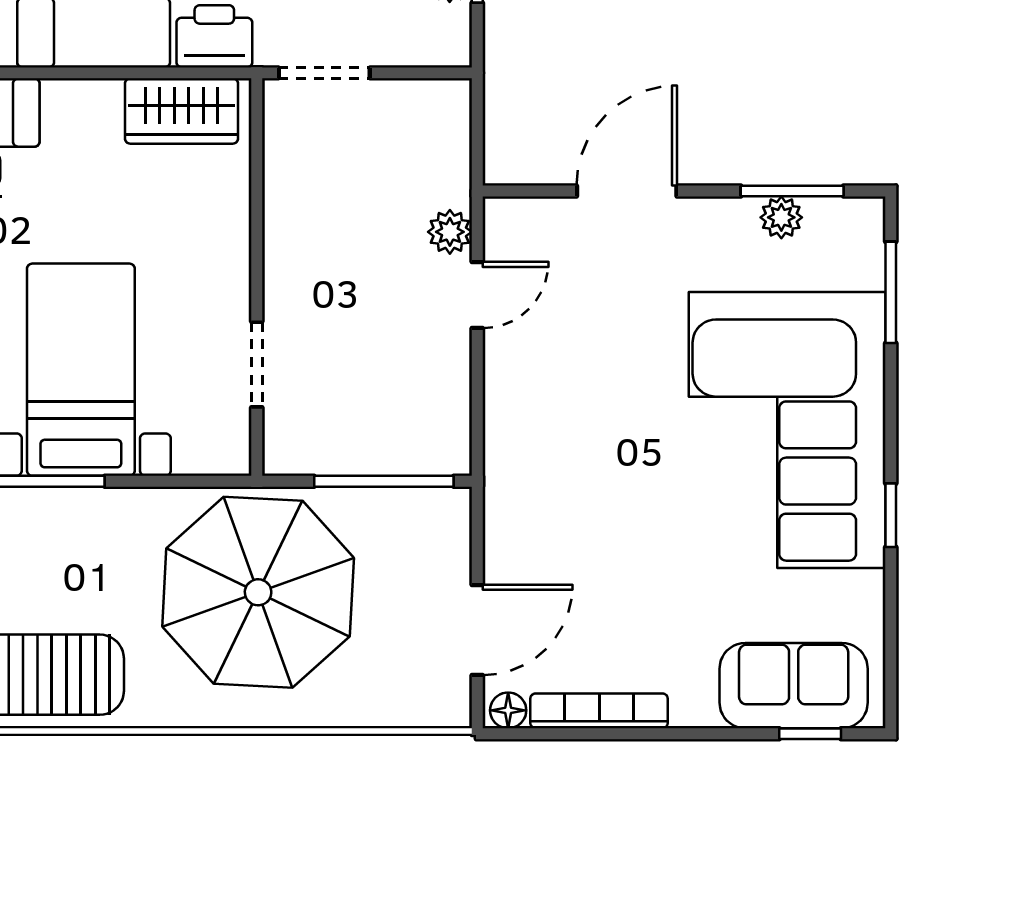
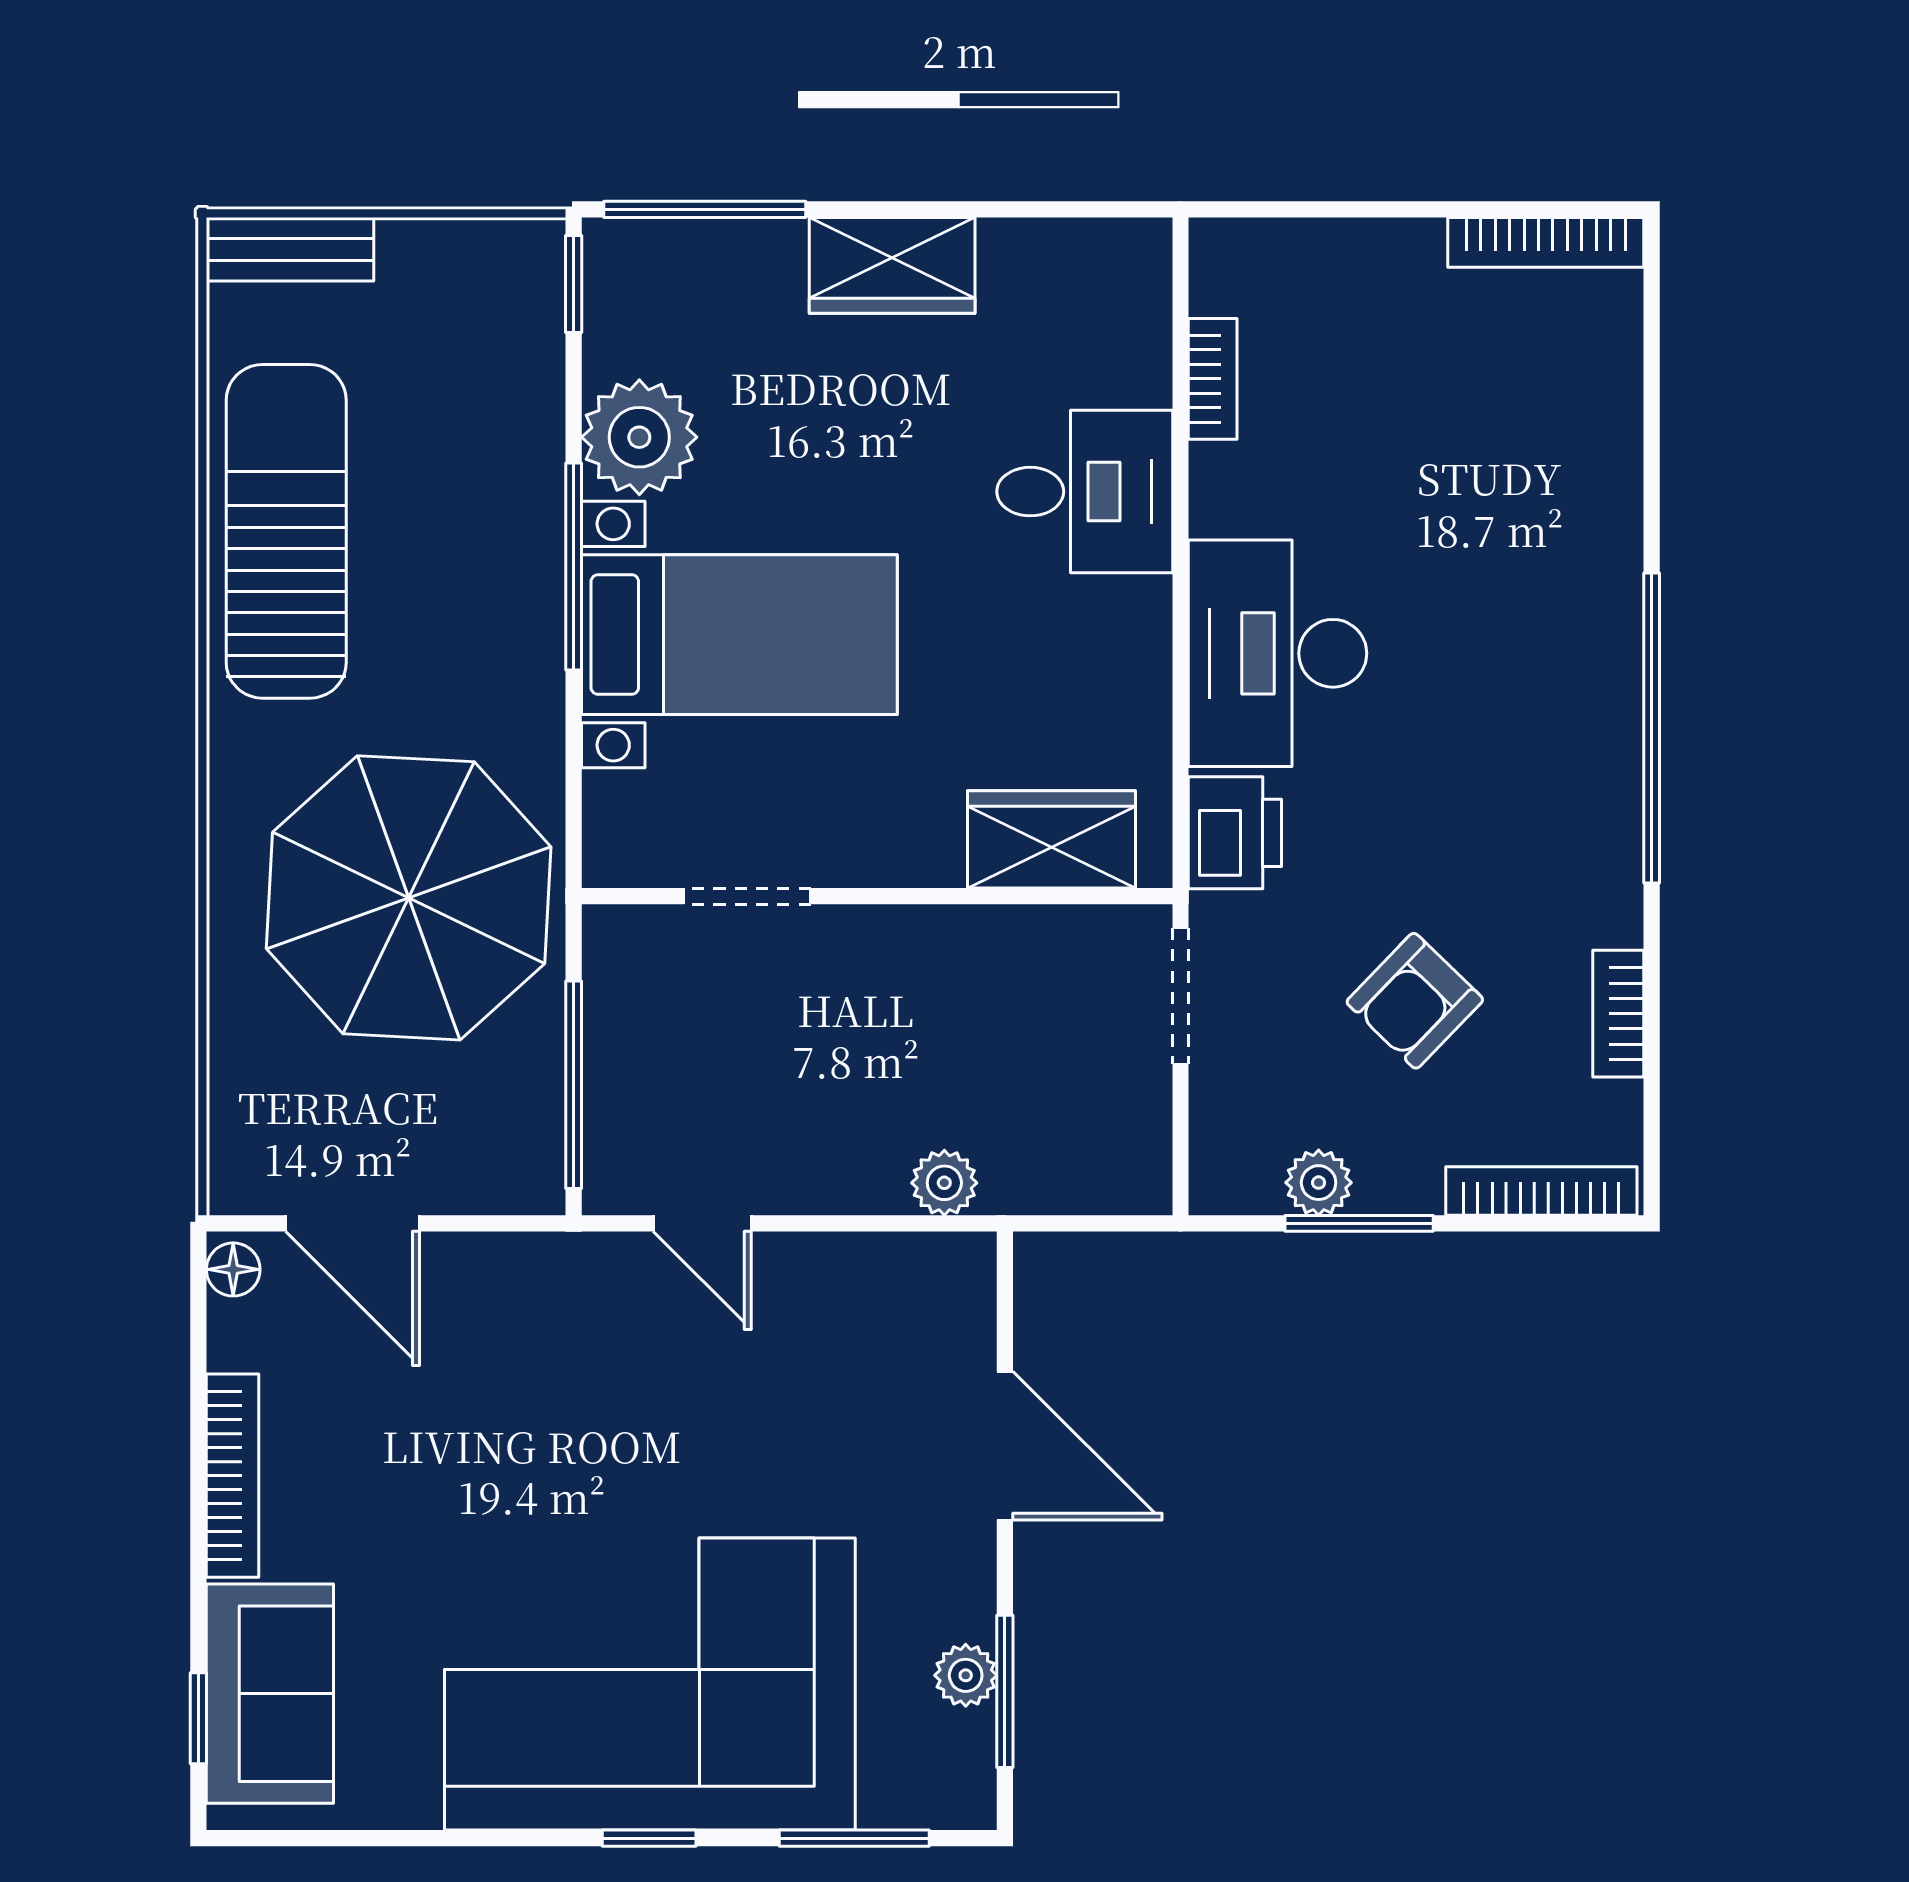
wardrobe: (182, 111) -> (1052, 839), moved, turned 90
door: (477, 295) -> (702, 1223), moved
window: (891, 515) -> (649, 1838), moved
bookcase: (599, 711) -> (232, 1476), moved

